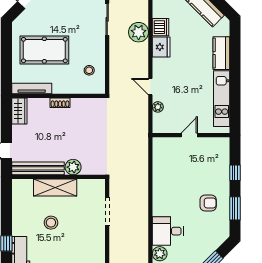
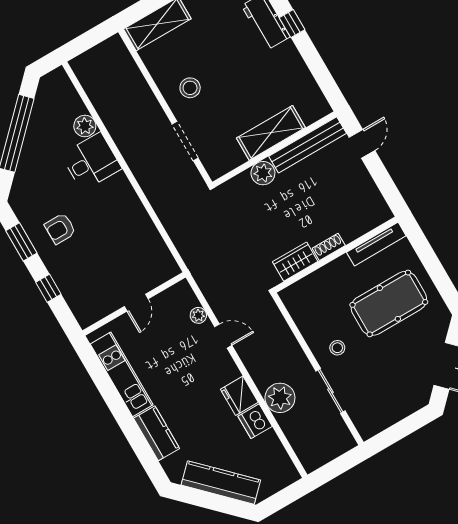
stool: (89, 70) -> (337, 348), moved
wardrobe: (19, 111) -> (295, 262), moved, turned 90
stool: (51, 223) -> (190, 88), moved

